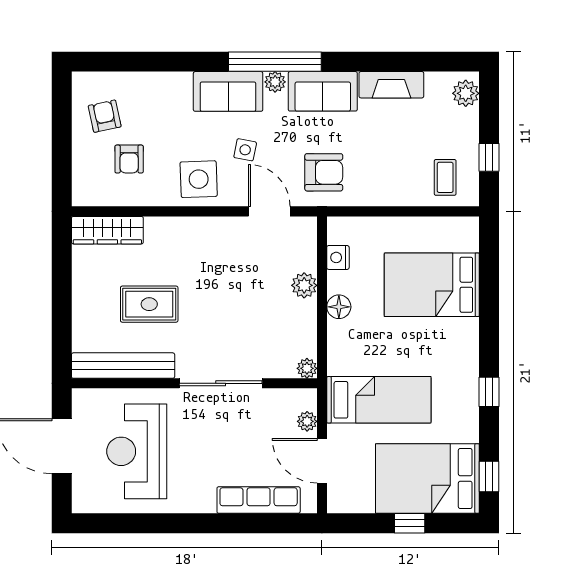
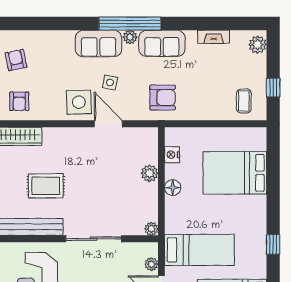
fireplace: (391, 85) -> (214, 37), width x0.73, depth x0.76
armchair: (129, 159) -> (19, 101), moved
door: (269, 211) -> (108, 124), moved

